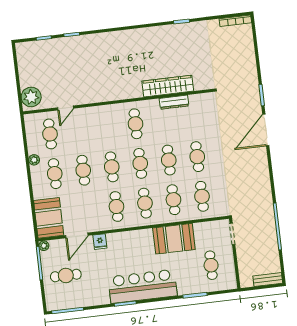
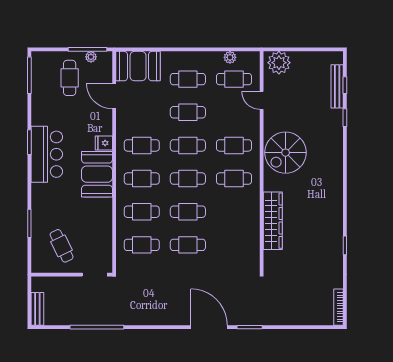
bench: (46, 45) -> (337, 86), added
spiral stairs: (108, 82) -> (286, 153), added
dresser: (174, 102) -> (253, 226), removed
cafe table: (107, 127) -> (234, 145), added
plant: (34, 160) -> (230, 57), moved
booth: (174, 239) -> (97, 174), moved
fridge: (100, 242) -> (104, 143), moved
plant: (44, 246) -> (91, 57), moved
cafe table: (211, 265) -> (62, 246), turned 64
bar counter: (143, 286) -> (47, 154), width x0.73

